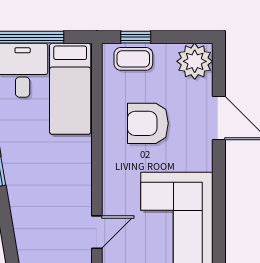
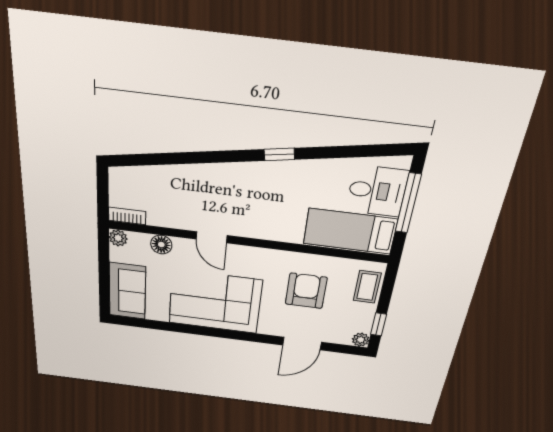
window: (136, 37) -> (379, 324), moved
plant: (195, 61) -> (361, 340), width x0.53, depth x0.53

